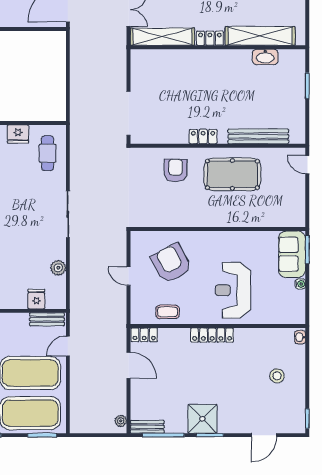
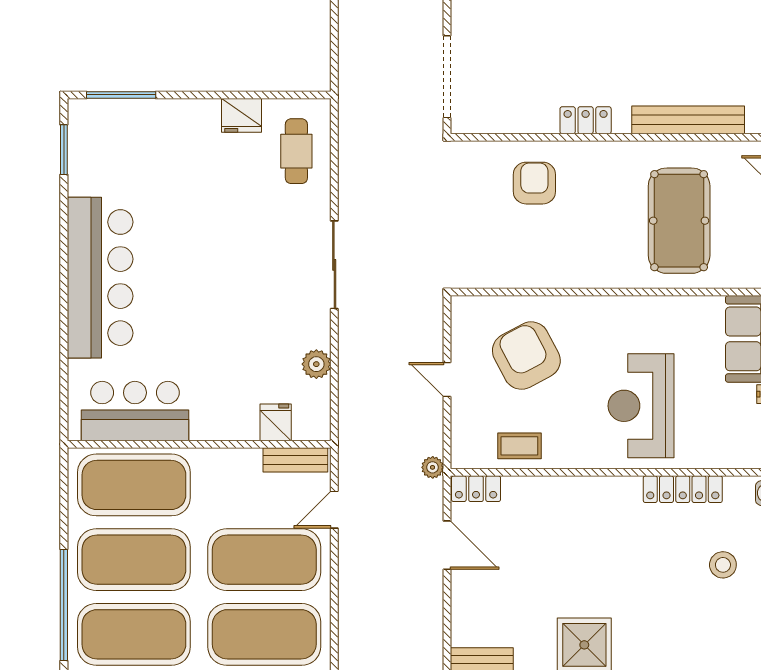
pool table: (232, 174) -> (679, 221), moved, turned 90
locker: (212, 335) -> (683, 489), moved
plant: (121, 421) -> (433, 467), moved

